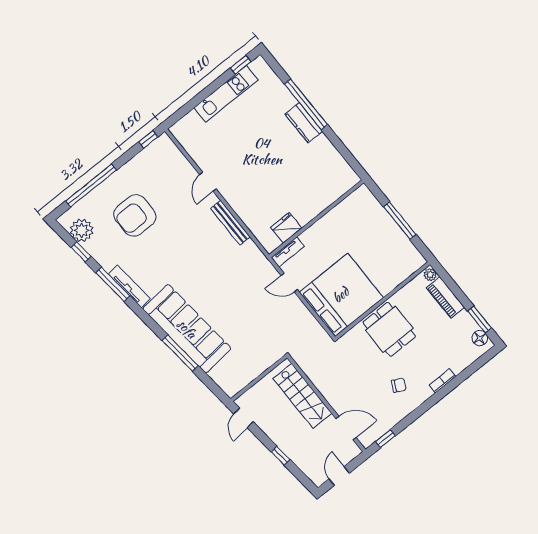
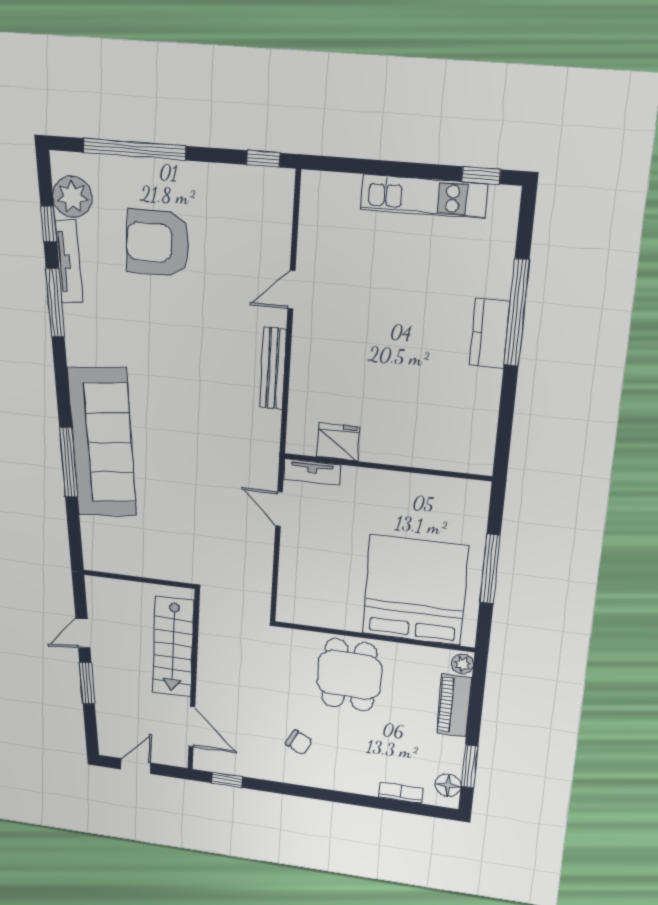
tv unit: (129, 286) -> (69, 262), moved
bed: (341, 295) -> (415, 590), moved, turned -90
bookcase: (442, 381) -> (401, 793), moved
door: (244, 418) -> (83, 633), moved
window: (281, 456) -> (87, 683), width x1.50

